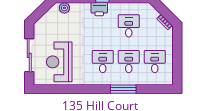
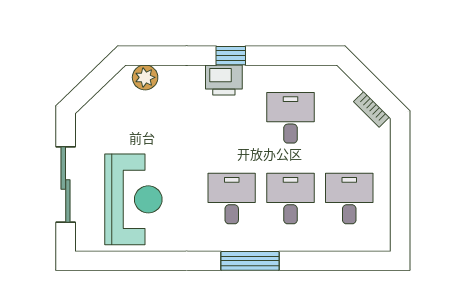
reception desk: (59, 62) -> (133, 199), turned 180
window: (123, 89) -> (250, 261), moved

